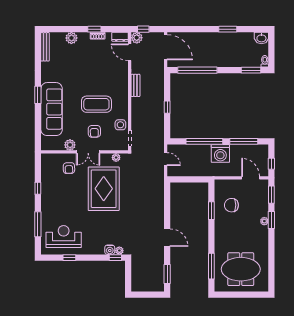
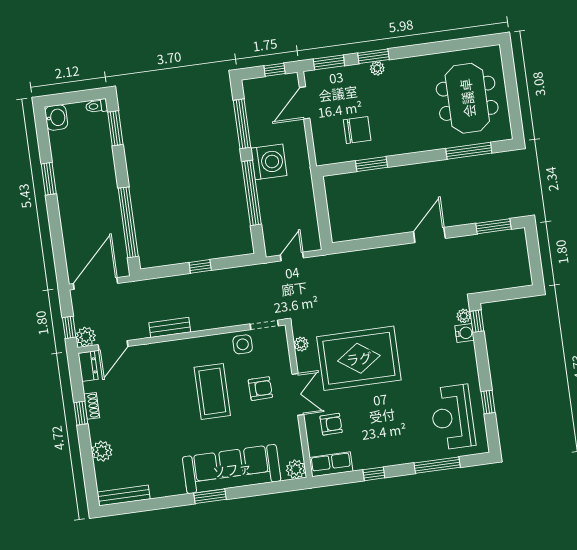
plant: (70, 145) -> (296, 469), moved
row of seats: (47, 165) -> (331, 464), added
chair: (231, 205) -> (357, 130), turned -90

